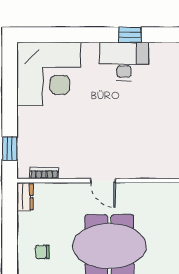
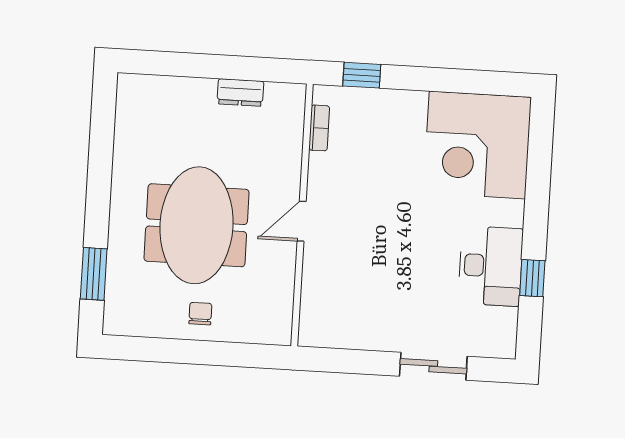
dresser: (25, 197) -> (240, 93), moved
chair: (42, 252) -> (200, 314), moved

